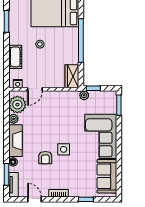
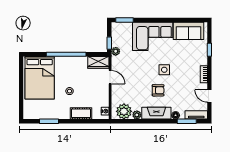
door: (35, 89) -> (110, 77), moved
armchair: (45, 158) -> (158, 90), moved
door: (34, 199) -> (209, 96), hinge flipped

